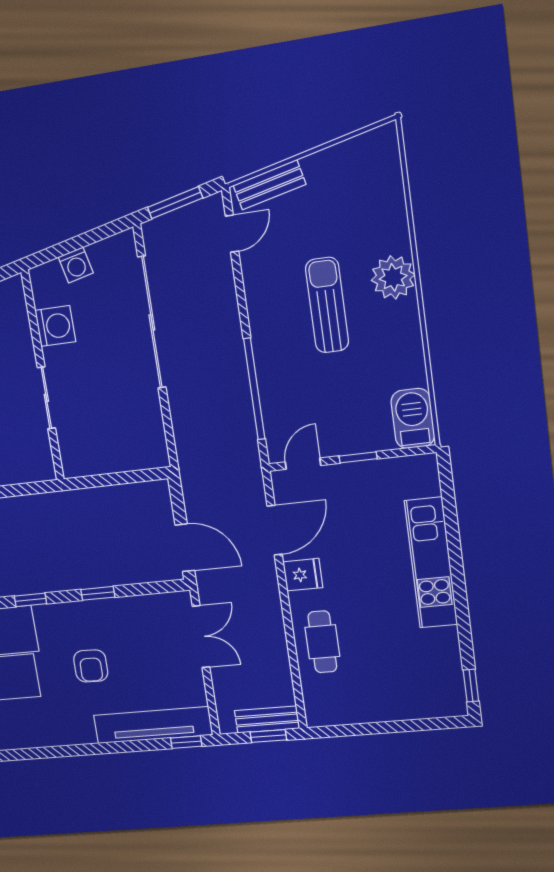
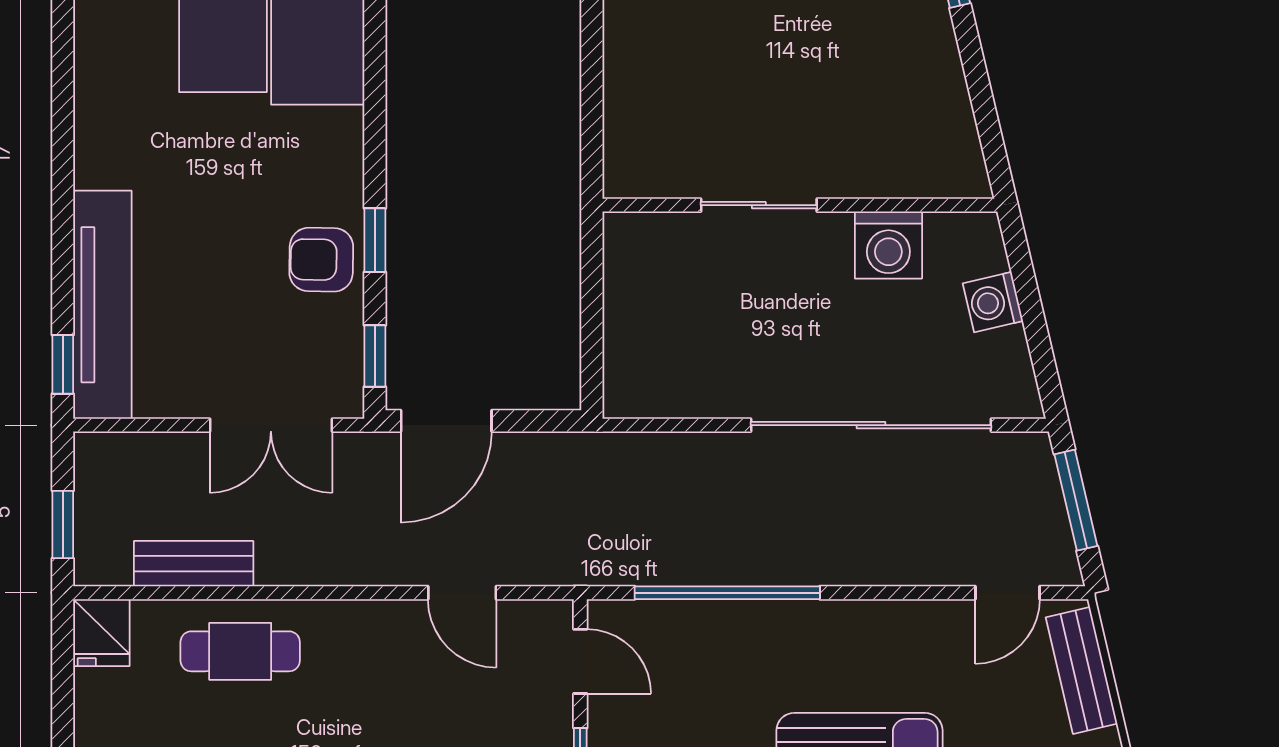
door: (232, 234) -> (1007, 593), hinge flipped
door: (275, 530) -> (462, 593), width x0.73
fridge: (303, 575) -> (101, 633), moved
window: (30, 600) -> (375, 356), moved
armchair: (91, 666) -> (321, 260), moved
bench: (267, 720) -> (194, 564), moved, turned 90

